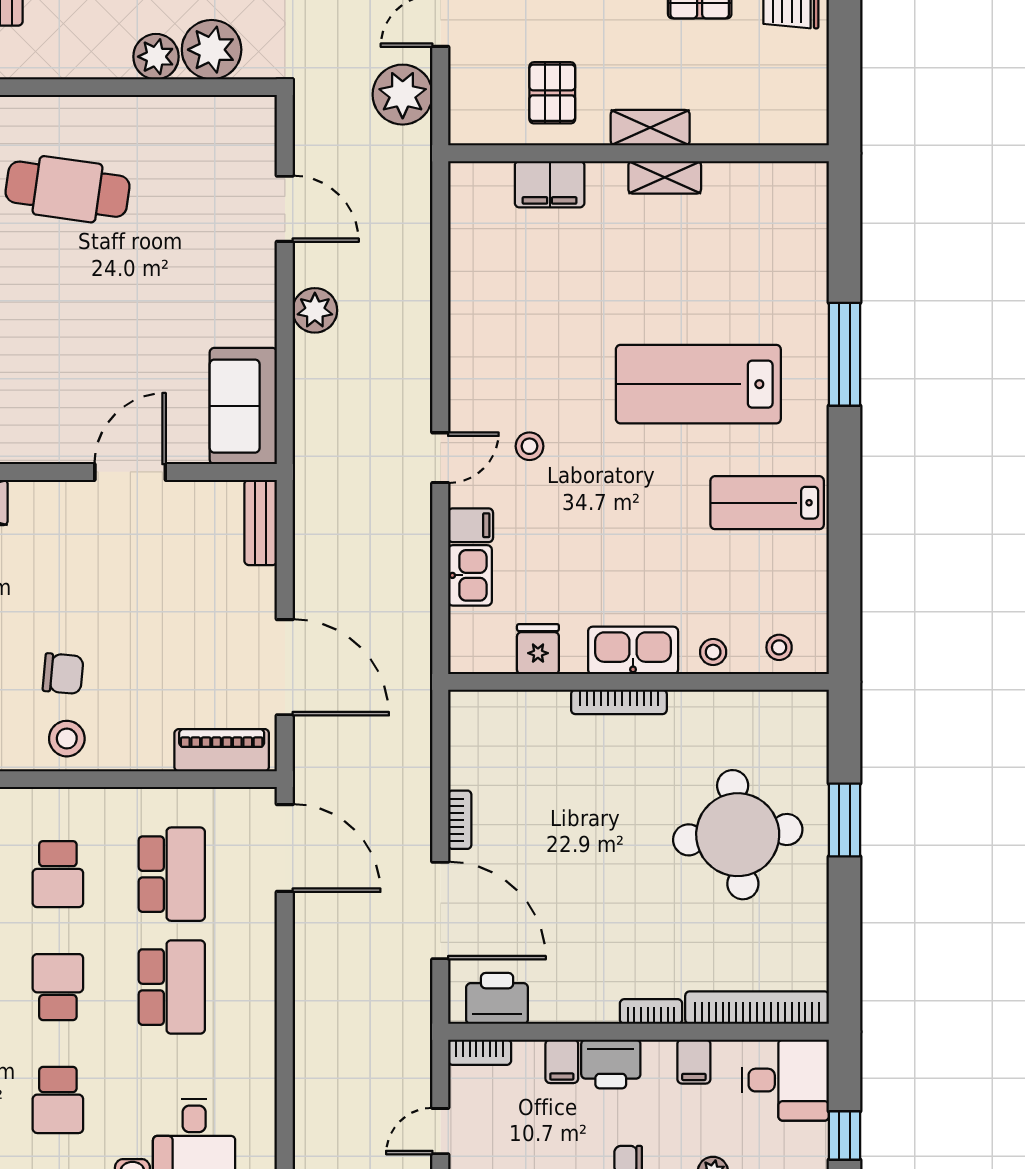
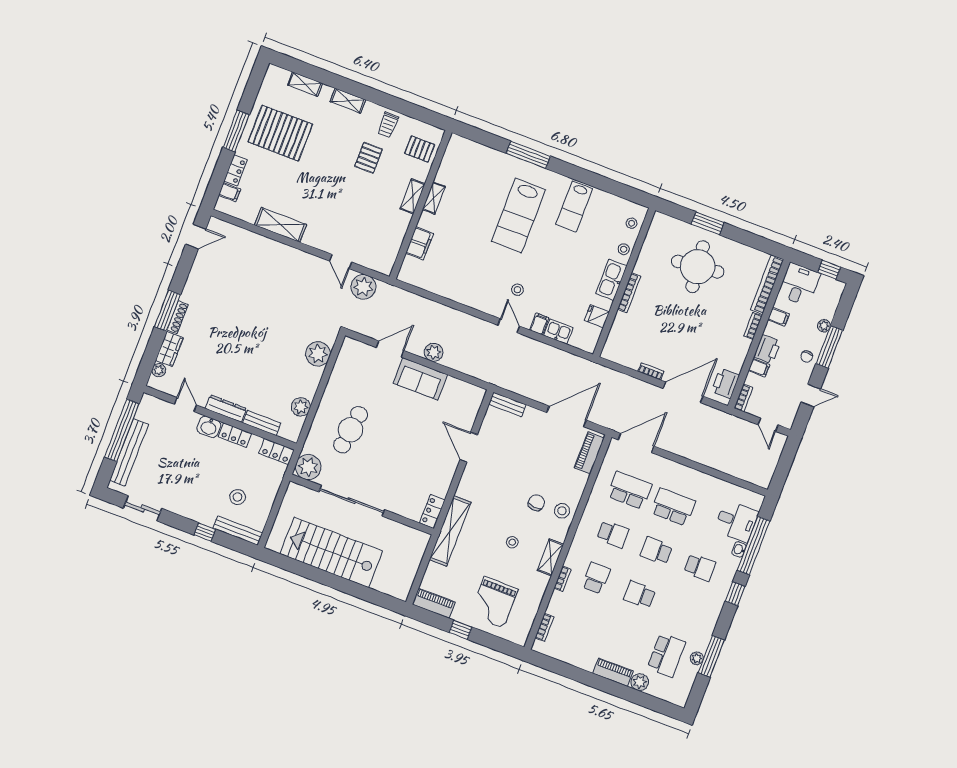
plant: (156, 57) -> (301, 407), moved
pallet: (552, 93) -> (420, 149), moved
sofa: (243, 406) -> (420, 379), moved

